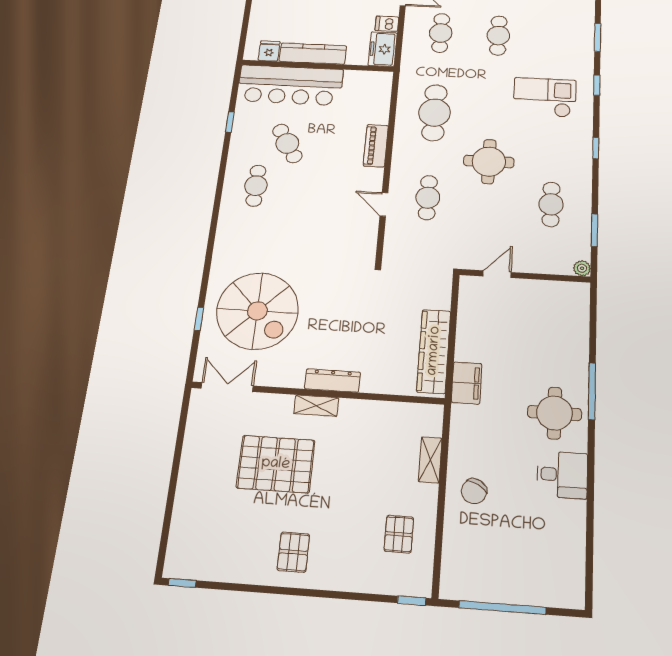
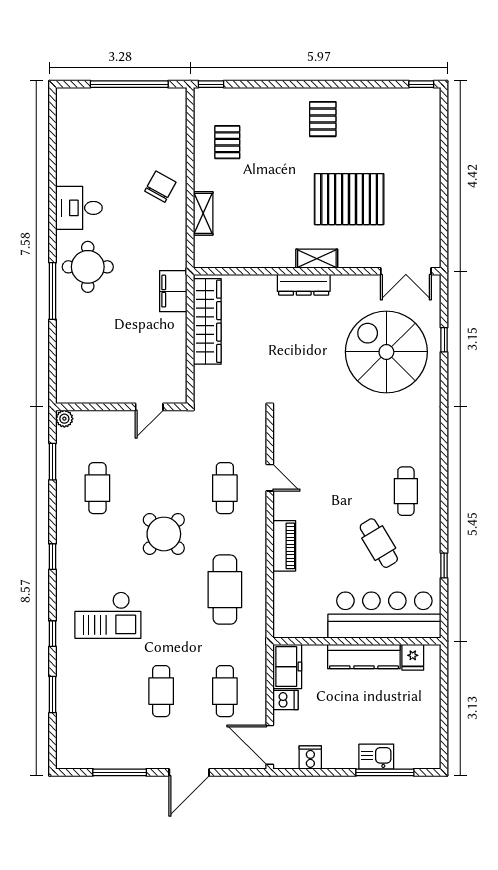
round table: (489, 162) -> (164, 534), turned 45

